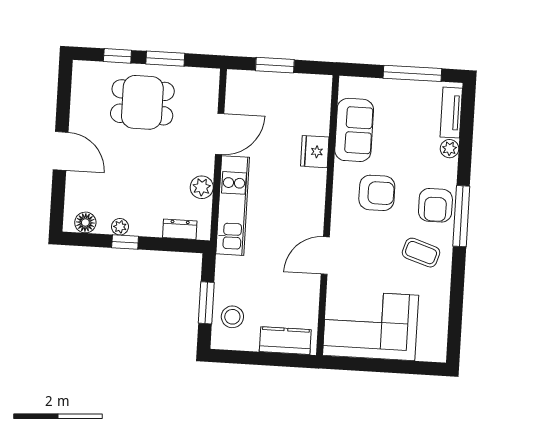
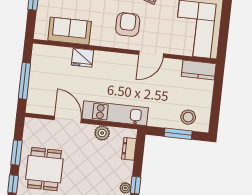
window: (275, 65) -> (24, 81), width x1.44
armchair: (377, 193) -> (128, 25), moved
door: (325, 256) -> (151, 54), hinge flipped
kitchen counter: (285, 341) -> (199, 70), moved, turned -90

